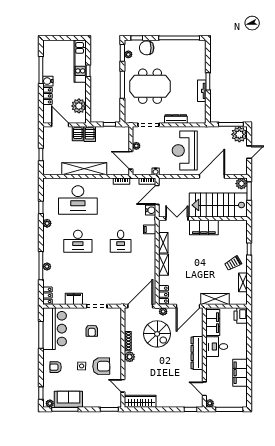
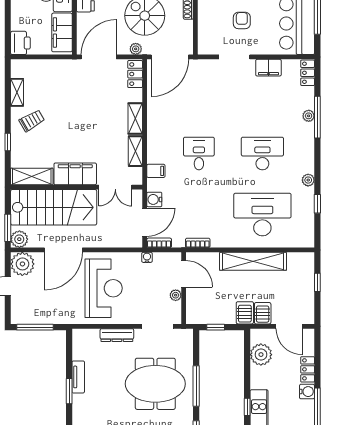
plant: (239, 134) -> (22, 264), moved
shelving: (215, 299) -> (32, 176), moved

